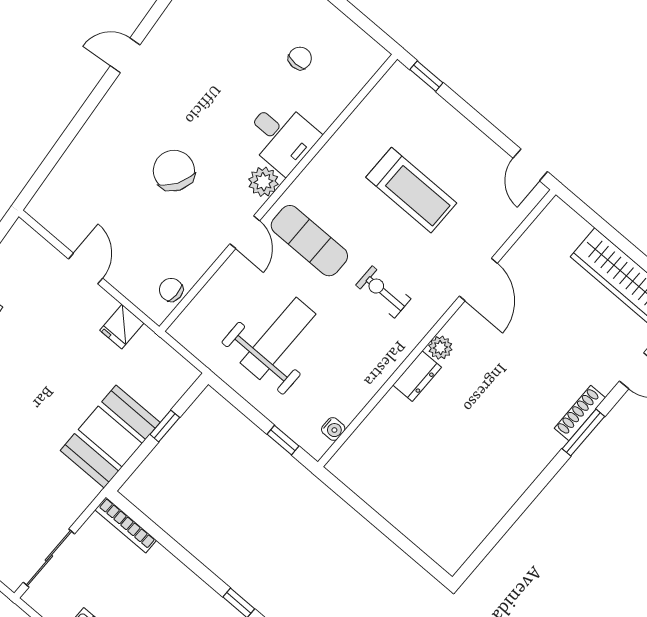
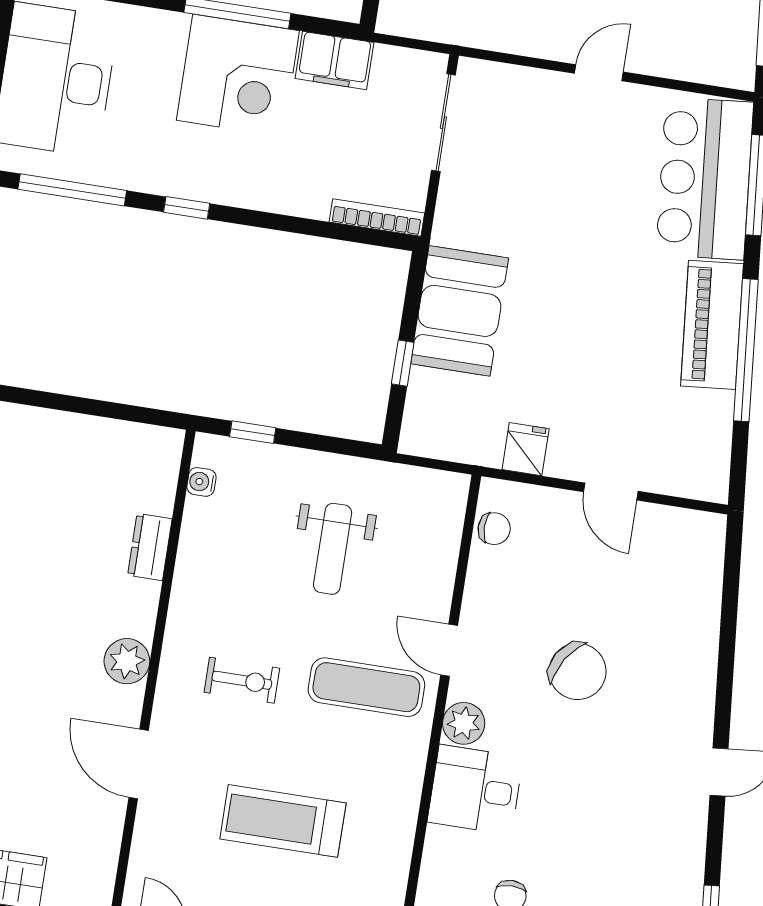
weight bench: (278, 338) -> (333, 549), width x0.73, depth x0.75
plant: (440, 348) -> (127, 661), width x1.38, depth x1.38
dresser: (417, 376) -> (150, 547), moved

